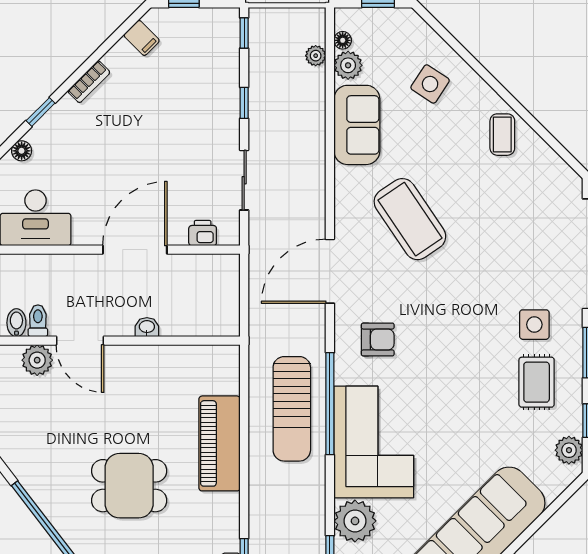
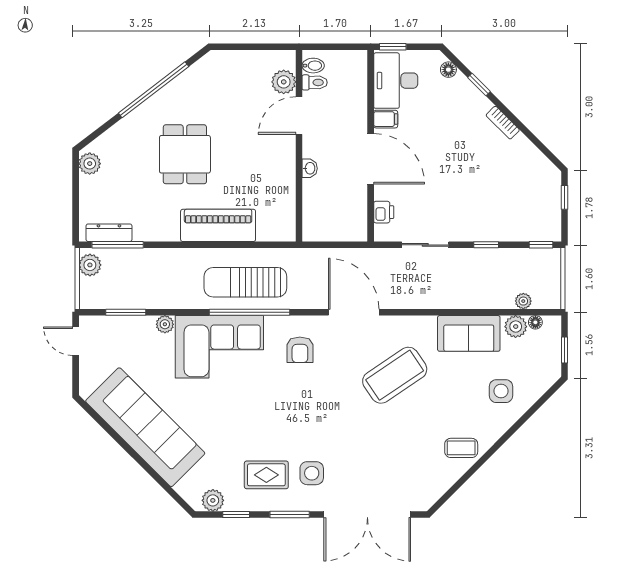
filing cabinet: (142, 38) -> (386, 119), moved, turned -135
side table: (430, 84) -> (501, 391), turned -33
plant: (355, 521) -> (165, 324), width x0.53, depth x0.53

